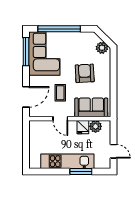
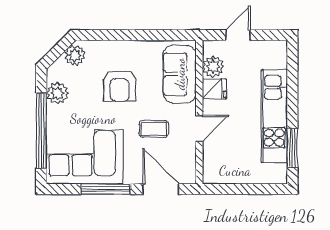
plant: (80, 38) -> (57, 93), added
window: (26, 52) -> (106, 189), moved
armchair: (85, 73) -> (120, 86), turned -87
door: (113, 151) -> (238, 35), moved
window: (81, 172) -> (292, 148), moved

